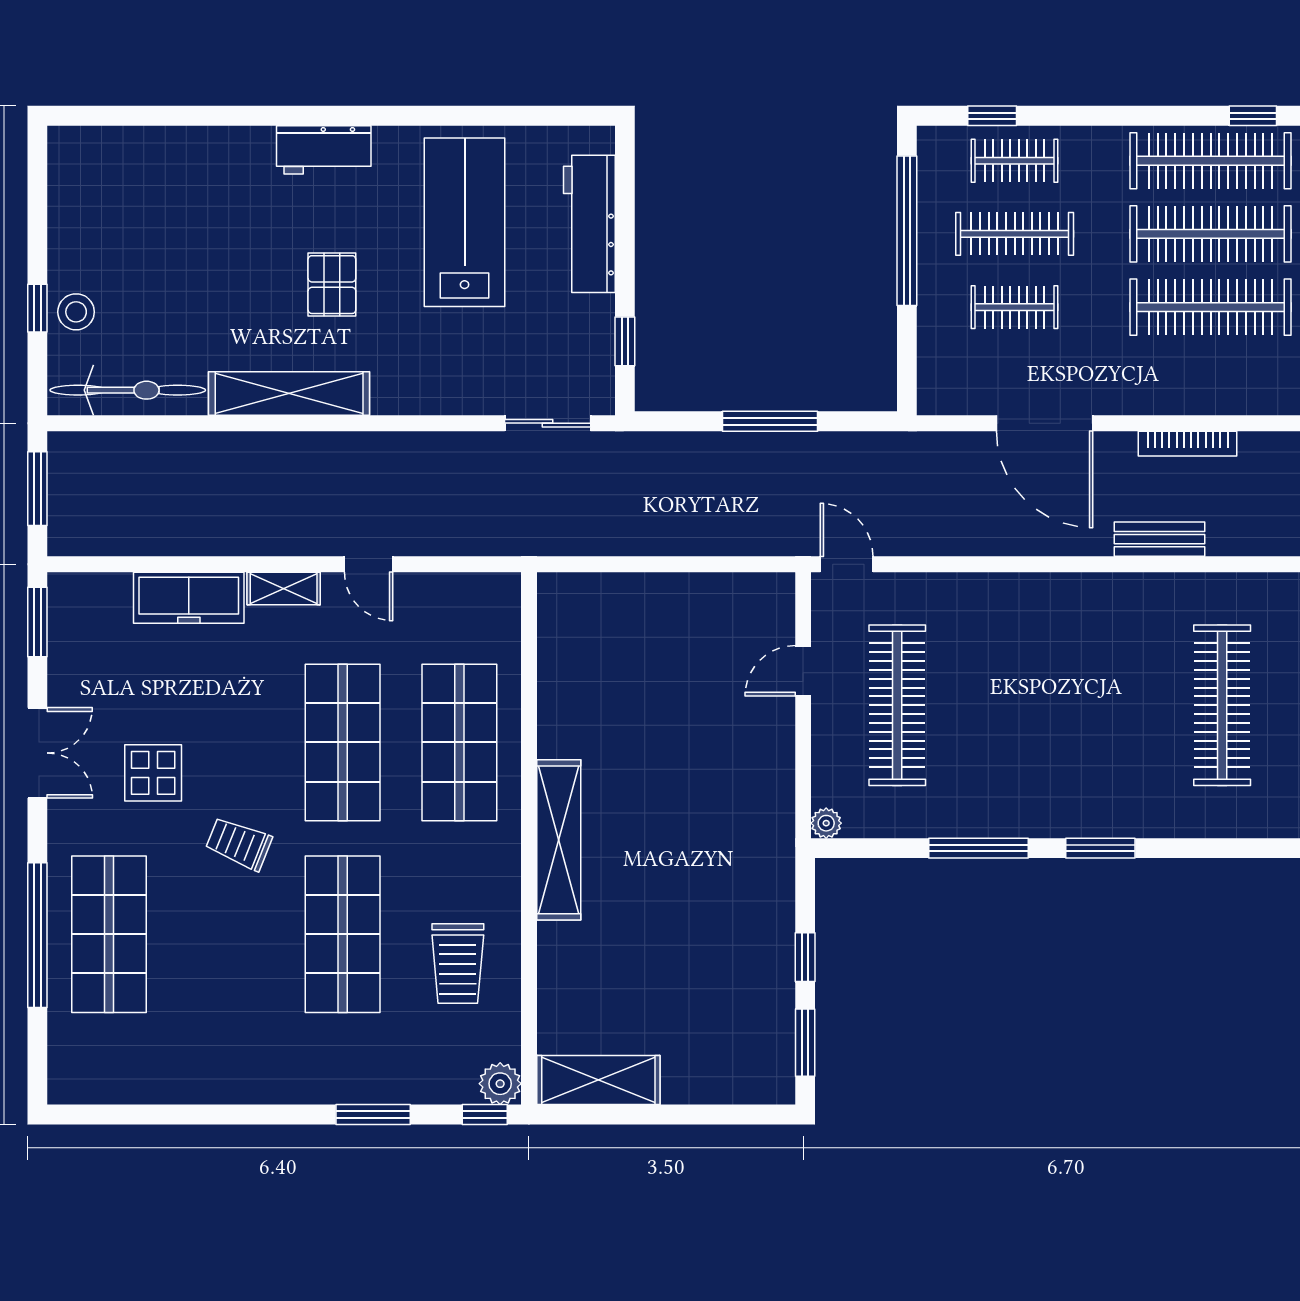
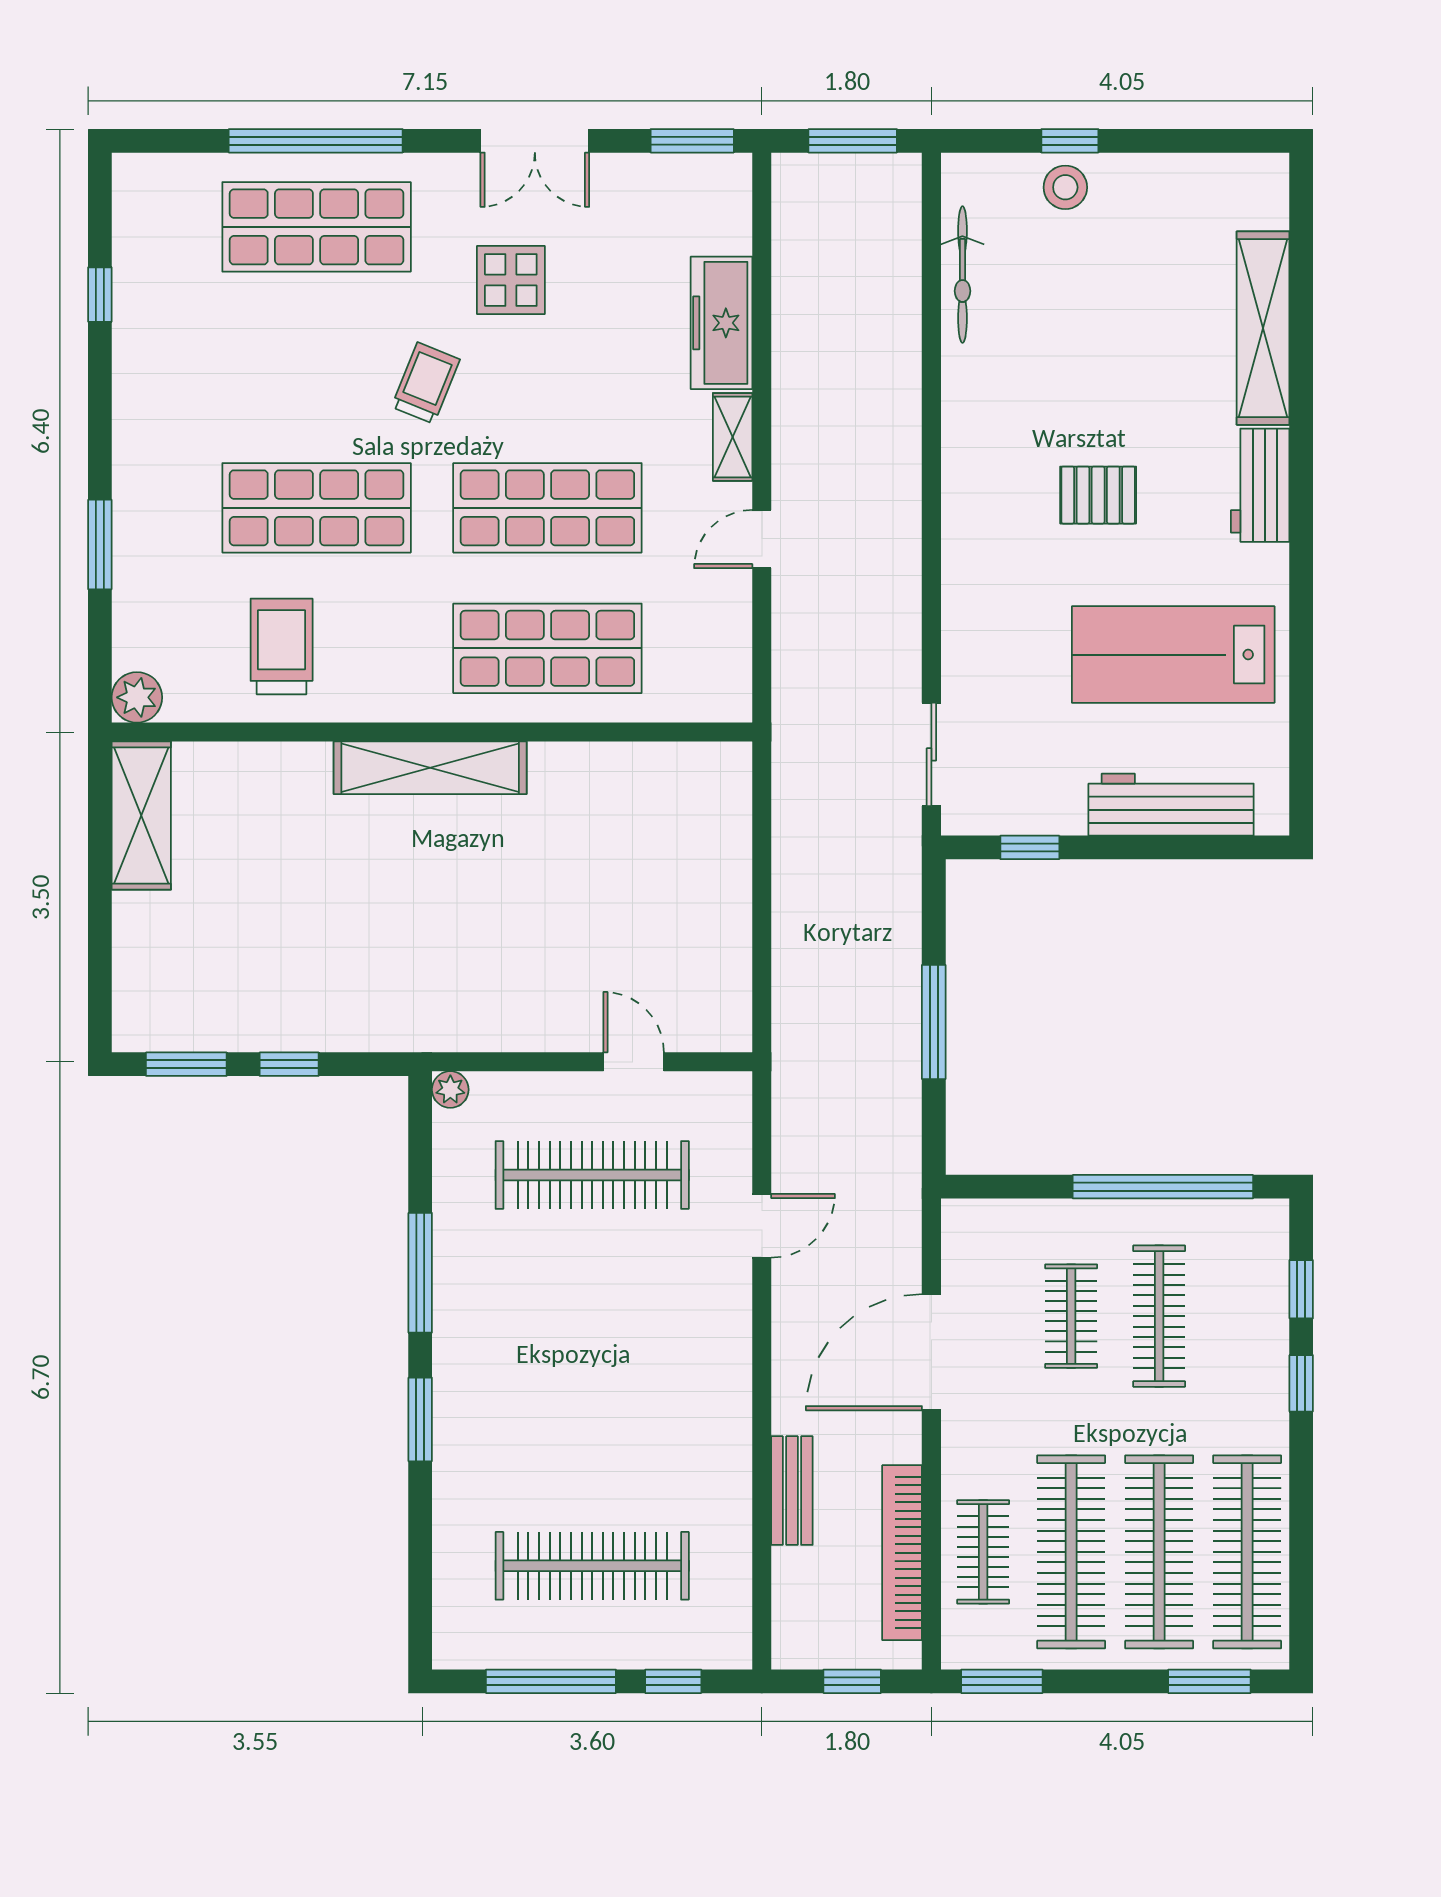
window: (1253, 116) -> (1301, 1383), moved
clothes rail: (1015, 161) -> (983, 1552), moved
lab bench: (465, 222) -> (1173, 655), turned 180
bicycle: (128, 390) -> (962, 275), width x0.73, depth x0.71
shelving: (289, 393) -> (1263, 328), moved
bookcase: (1188, 444) -> (902, 1553), width x1.48, depth x1.31
door: (847, 564) -> (762, 1226), moved
trolley: (458, 963) -> (282, 646), turned 90
window: (485, 1114) -> (100, 295), moved

